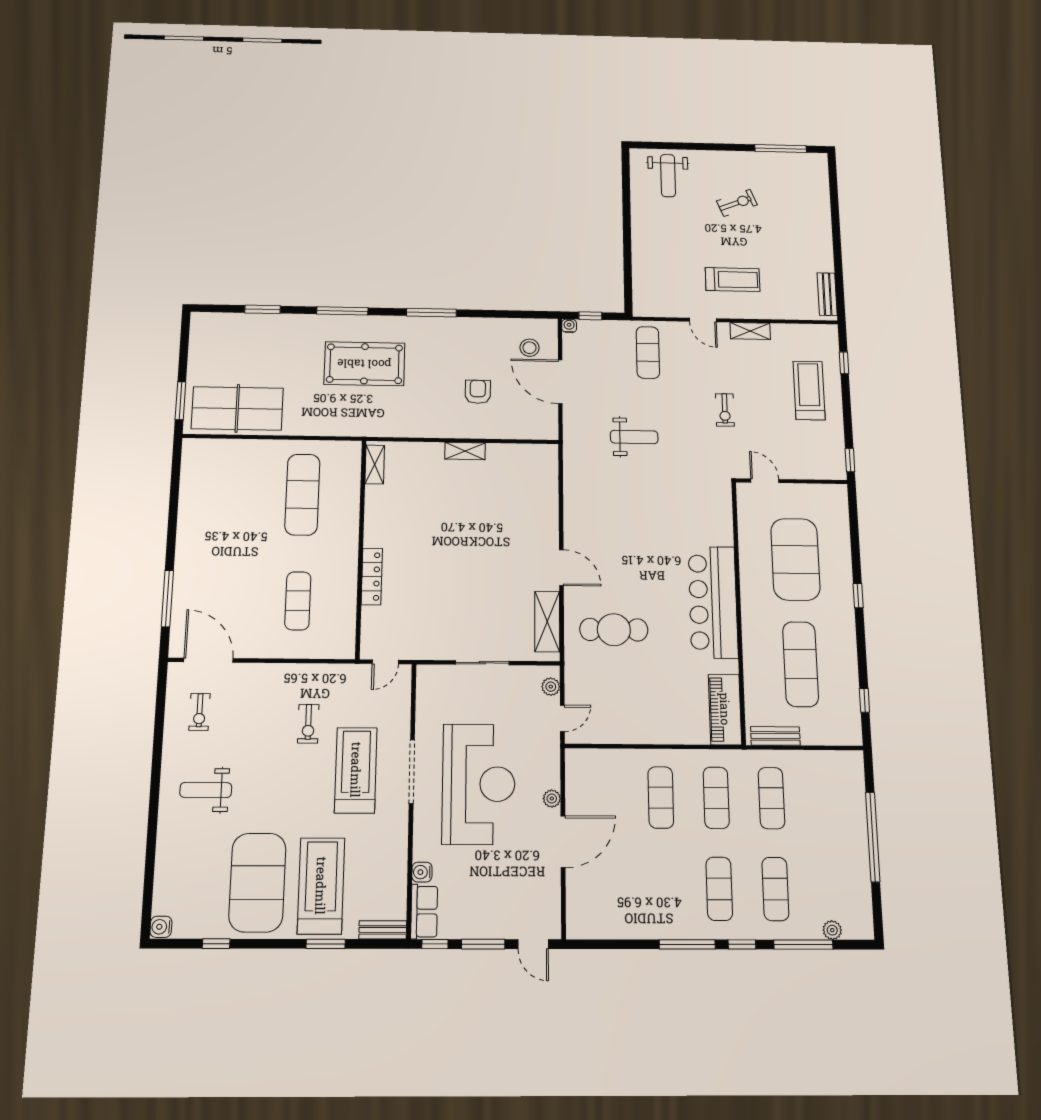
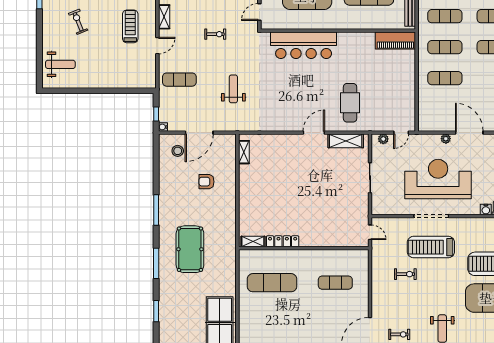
shelving: (465, 451) -> (244, 152), moved
locker: (372, 576) -> (283, 241), moved
bar counter: (713, 602) -> (304, 45), moved
door: (562, 718) -> (401, 133), swing flipped

